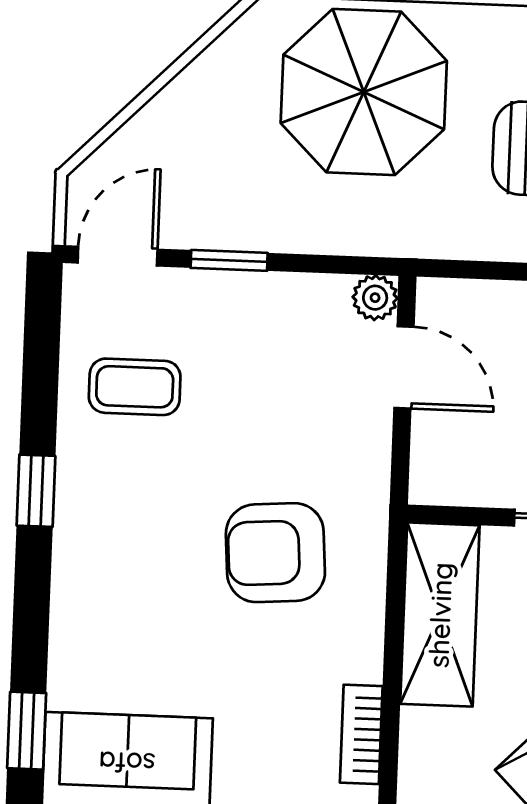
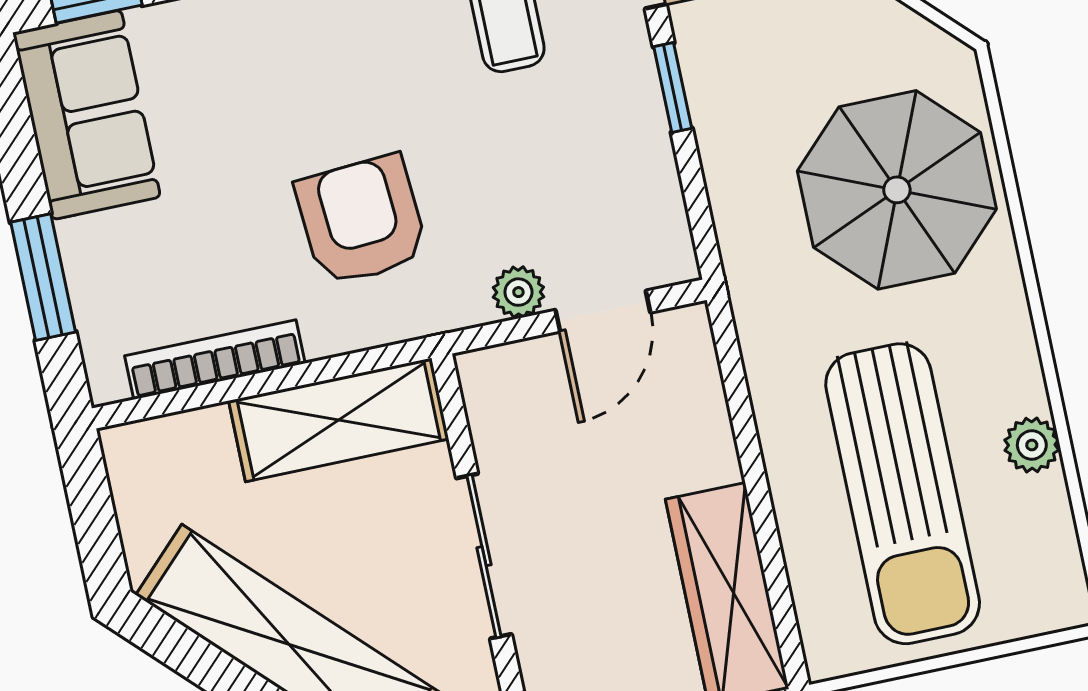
plant: (375, 298) -> (518, 292), moved
bookcase: (361, 734) -> (215, 360), width x1.56

